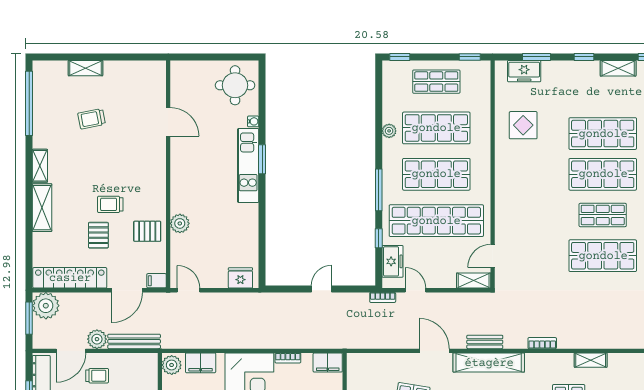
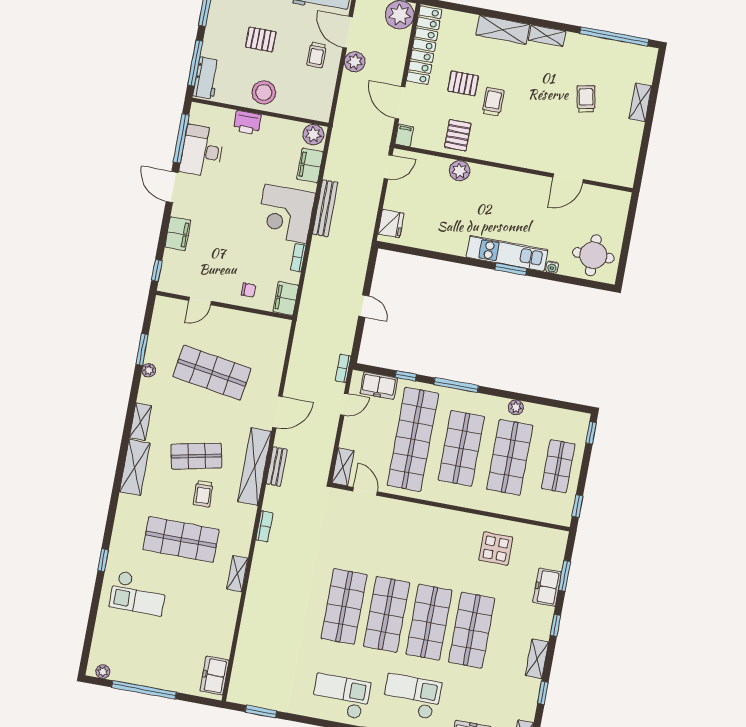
freezer: (524, 71) -> (547, 587), moved
shop shelf: (603, 215) -> (387, 614), width x1.43, depth x1.36
bench: (134, 341) -> (325, 208), moved

